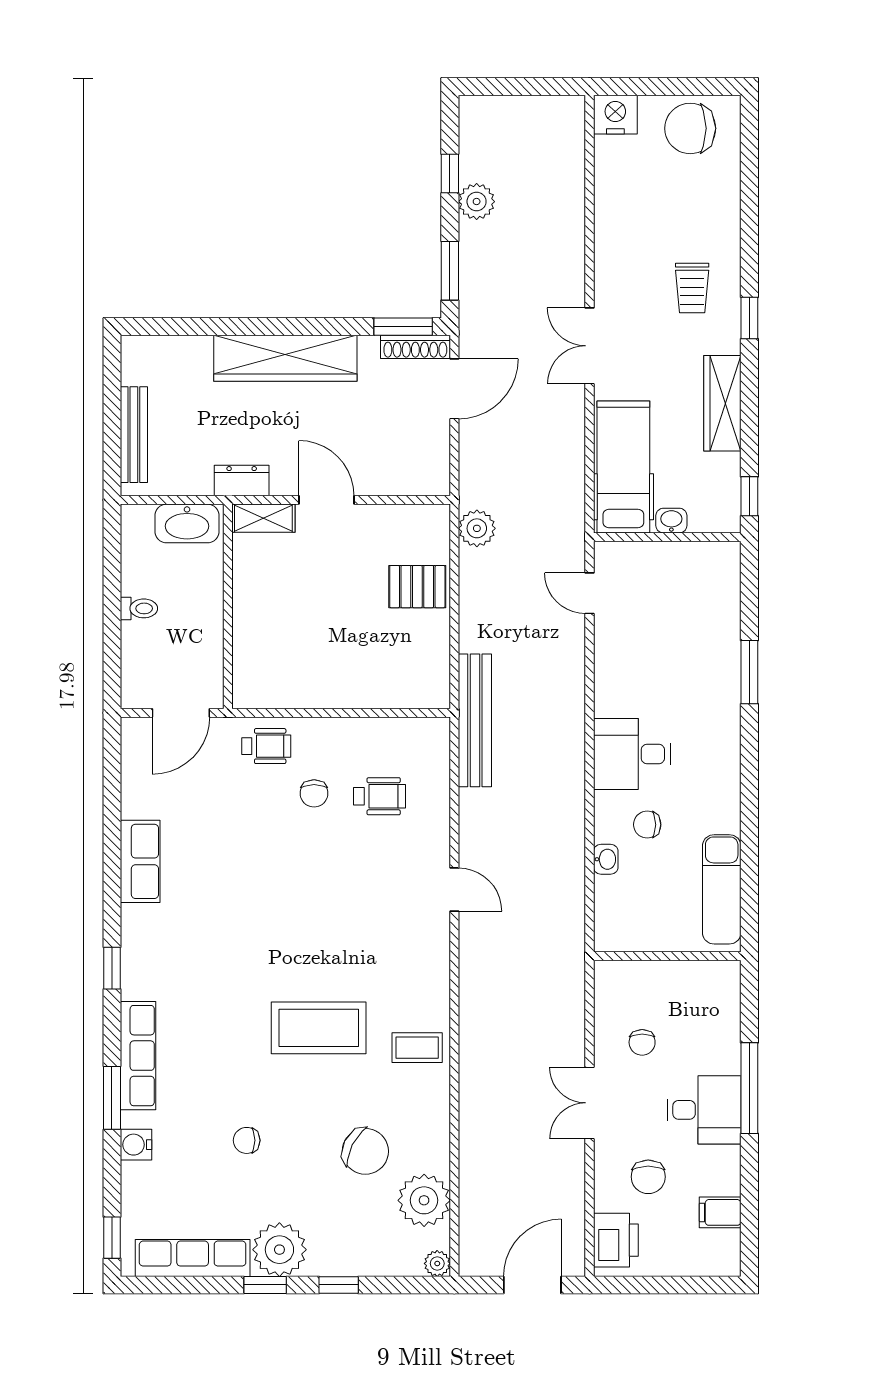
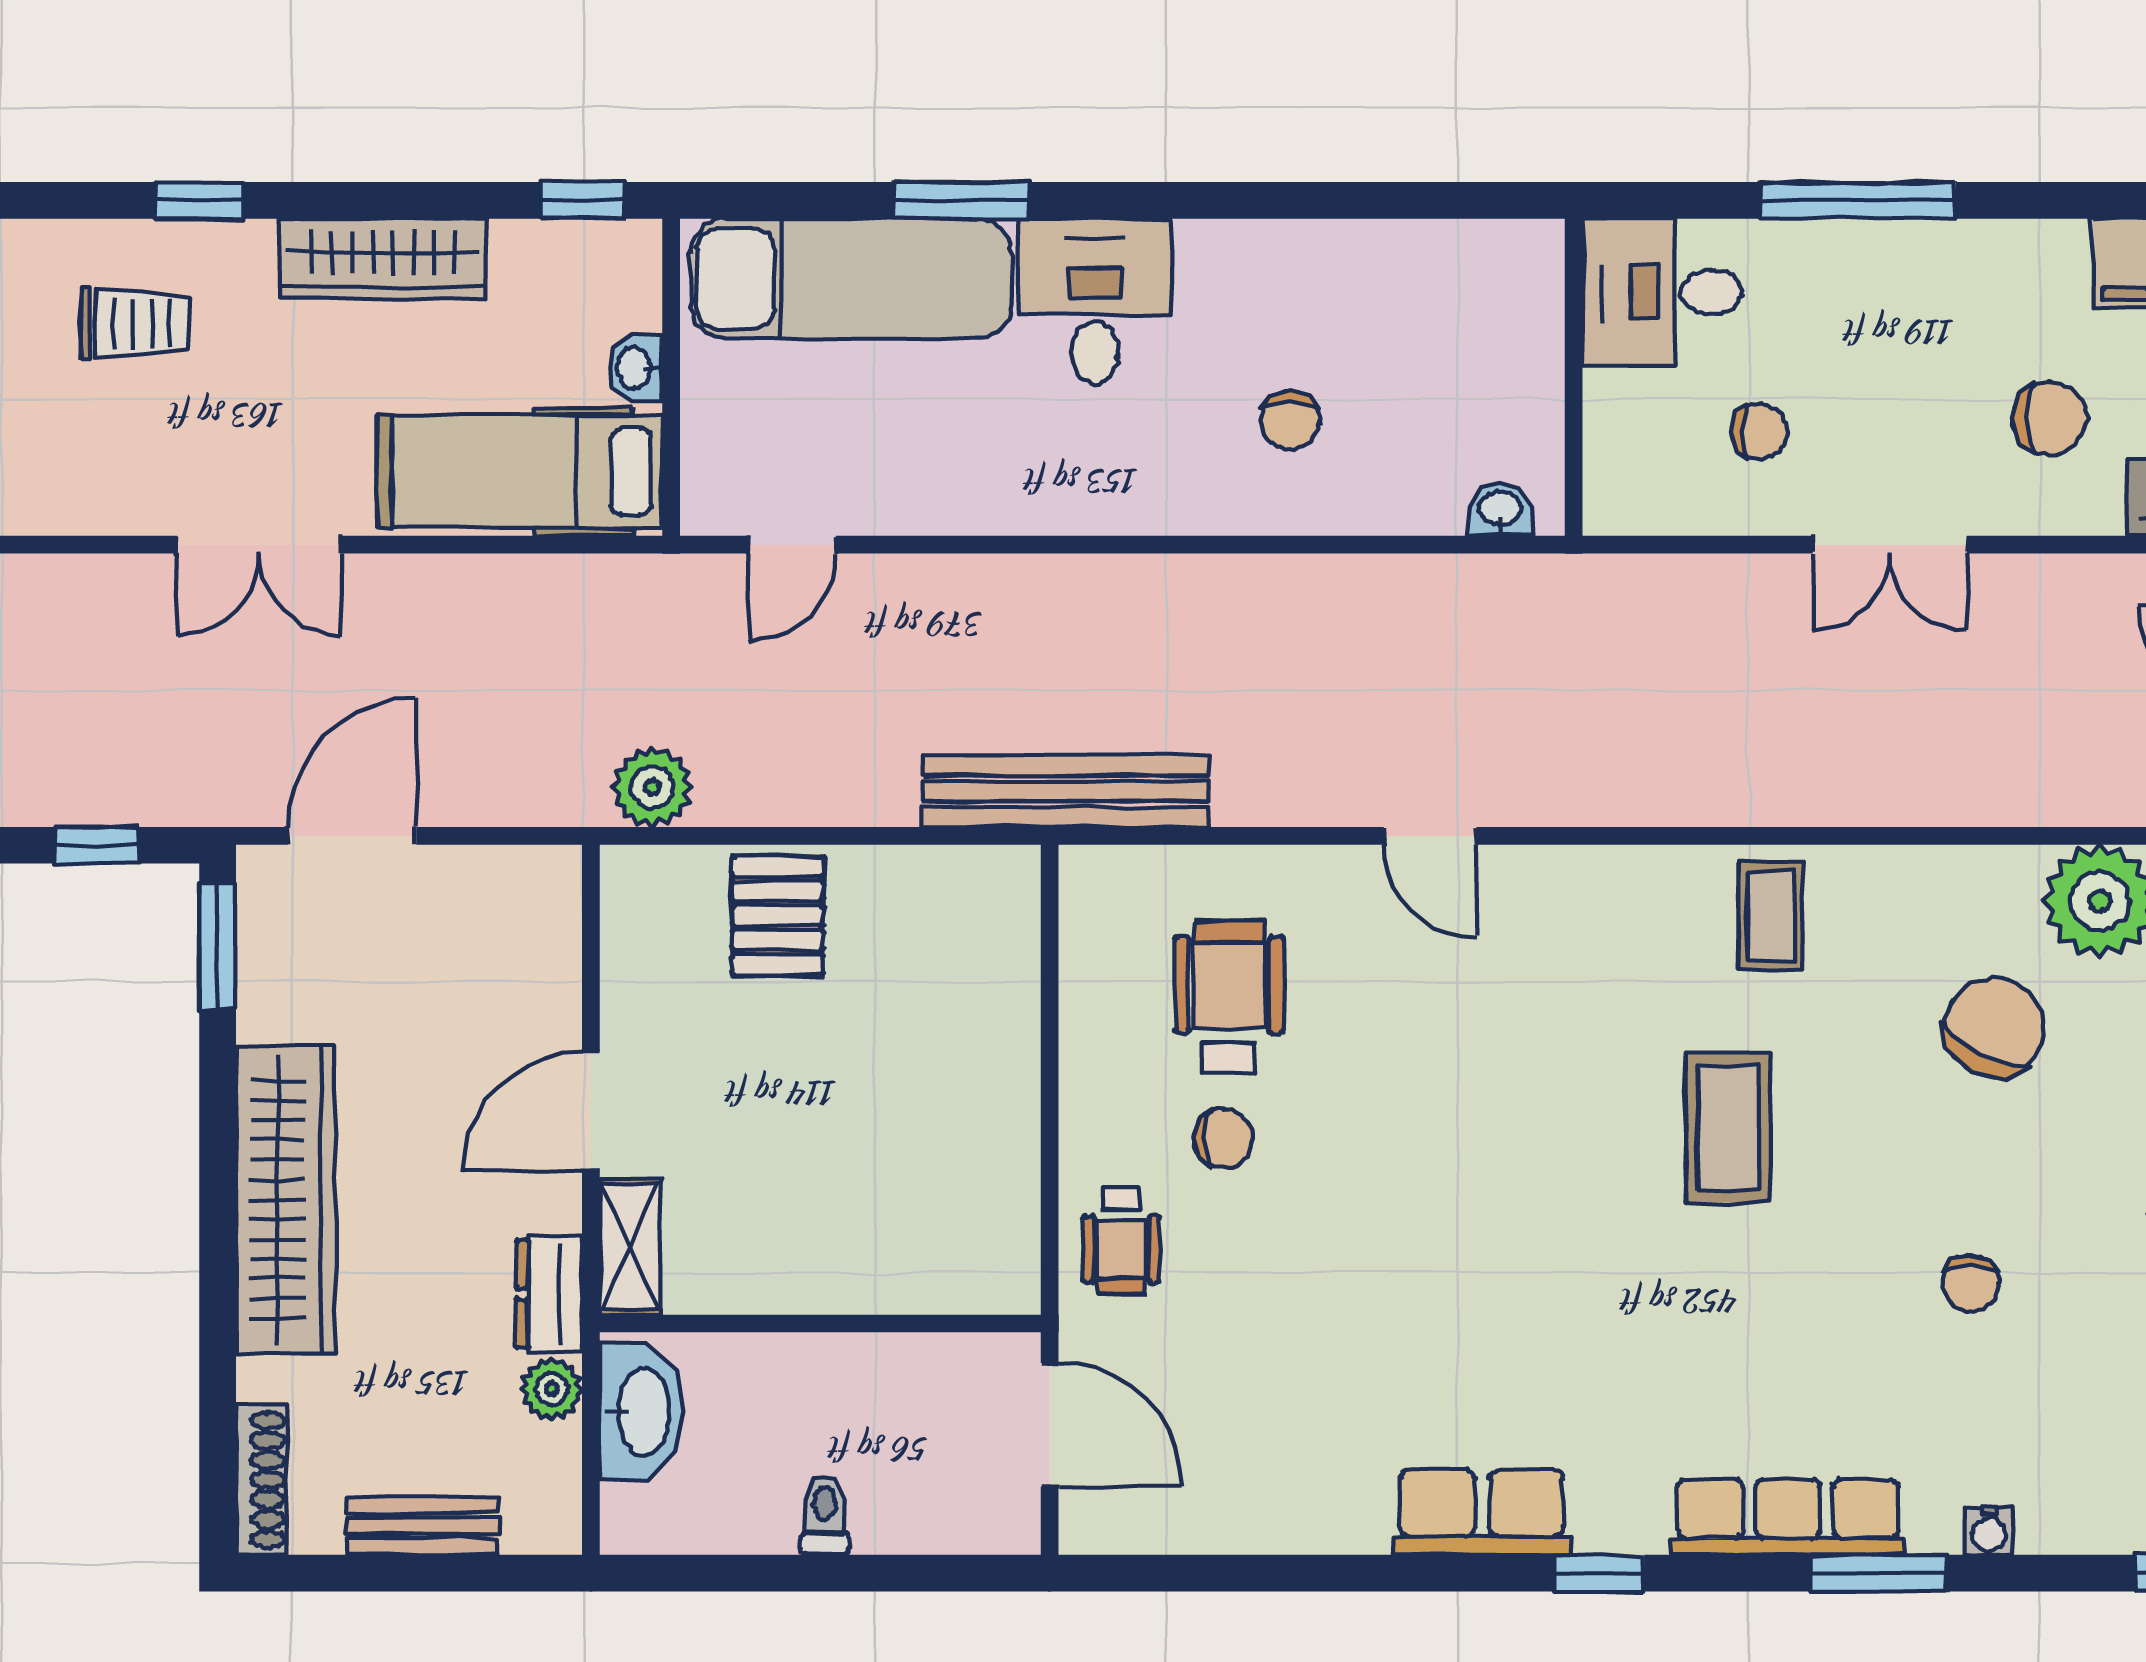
window: (450, 271) -> (97, 845), width x0.67
shoe rack: (415, 347) -> (261, 1480), moved
door: (454, 389) -> (352, 836), hinge flipped
bench: (134, 435) -> (423, 1526), width x0.73
plant: (197, 482) -> (552, 1389), added
wheelchair: (266, 746) -> (1121, 1241), turned 180
desk: (632, 754) -> (1095, 301), moved, turned 180
wheelchair: (380, 796) -> (1229, 997), width x1.36, depth x1.37
washbasin: (606, 859) -> (1500, 510), moved
row of seats: (140, 861) -> (1482, 1512), moved
exam couch: (722, 889) -> (851, 279), moved, width x1.36, depth x1.45
door: (454, 890) -> (1430, 836), swing flipped
coffee table: (319, 1028) -> (1728, 1128), width x0.73, depth x0.76
desk: (704, 1110) -> (1662, 292), moved, turned -90
water cooler: (136, 1145) -> (1989, 1531), width x0.72, depth x0.72

